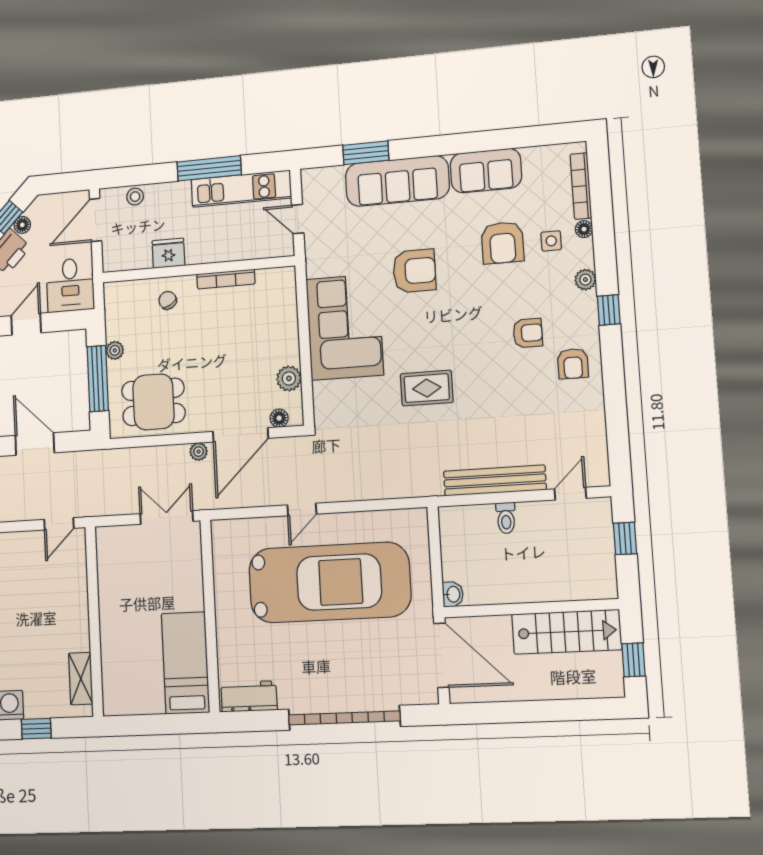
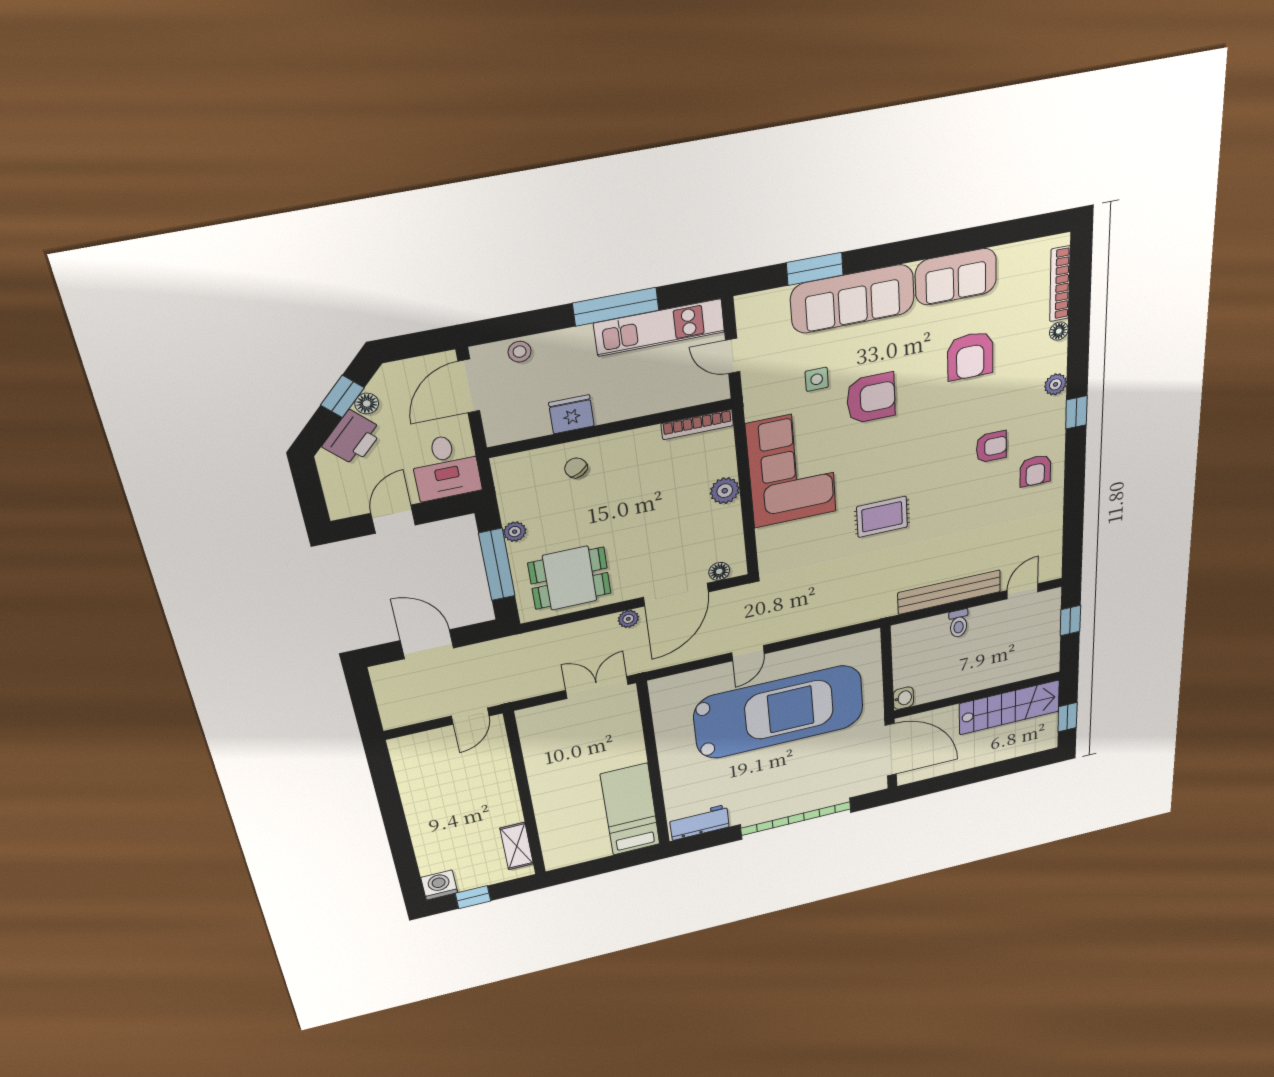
side table: (551, 241) -> (817, 379), moved
bookcase: (226, 279) -> (697, 425), moved
plant: (289, 378) -> (725, 491), moved

